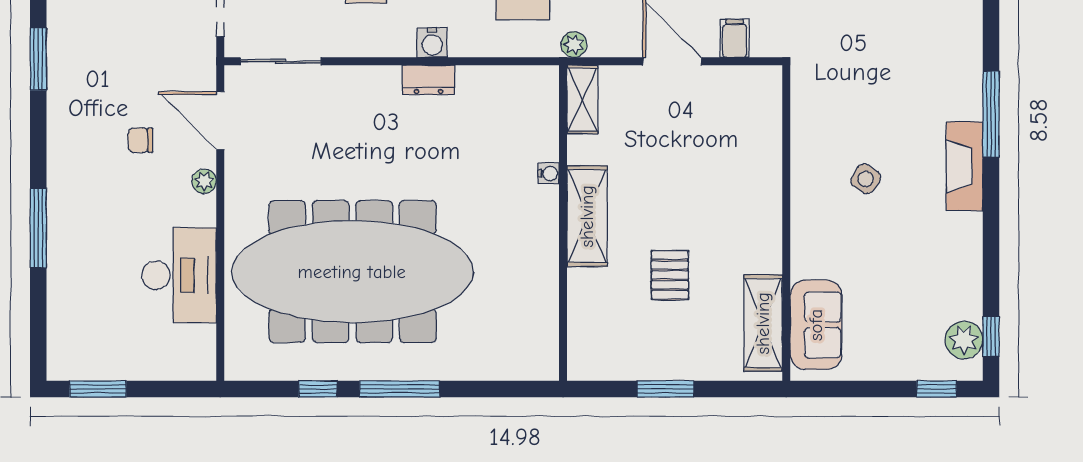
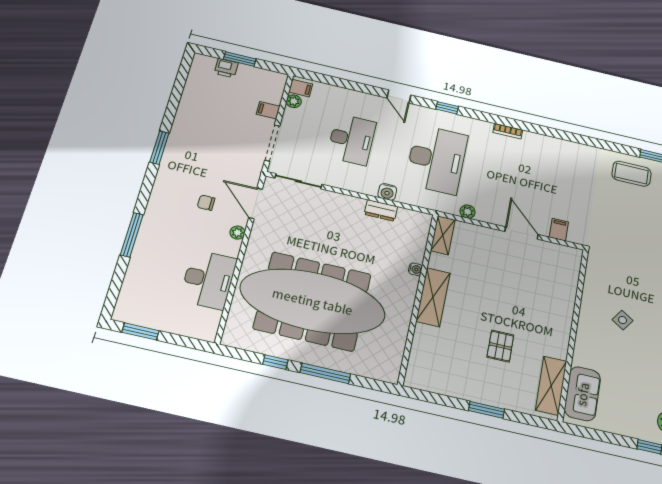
shelving: (582, 100) -> (443, 235), moved
water cooler: (549, 173) -> (415, 269), moved
shelving: (587, 216) -> (433, 297), moved
wall: (563, 223) -> (418, 298), moved

